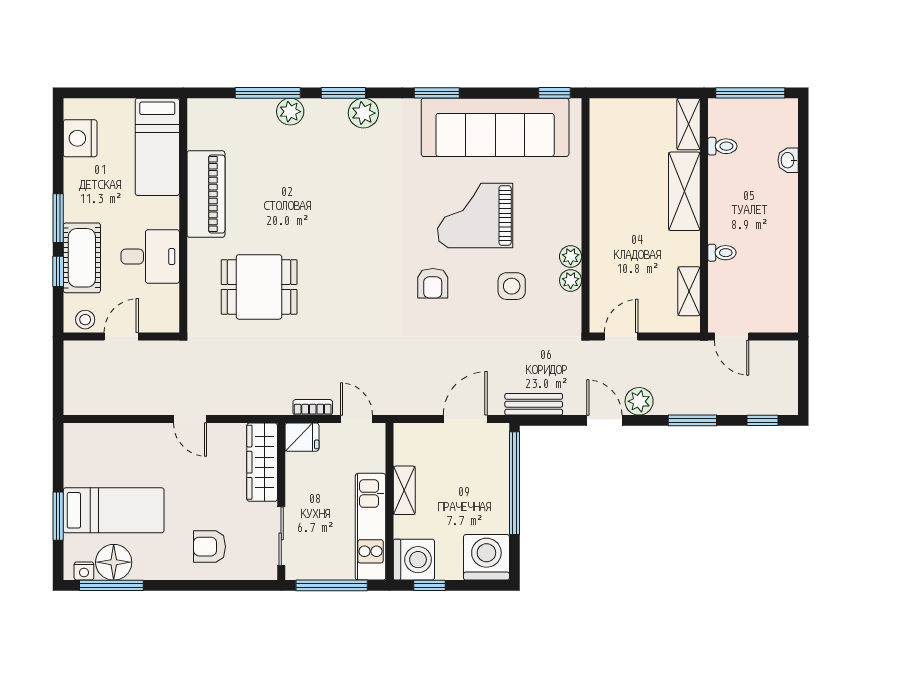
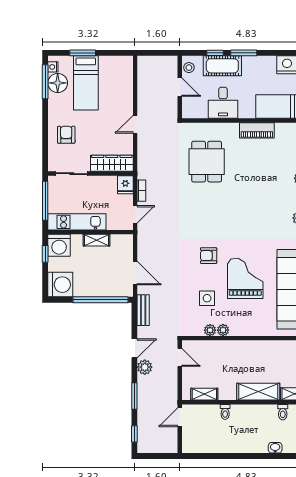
piano: (206, 194) -> (257, 130), width x0.73, depth x0.75

